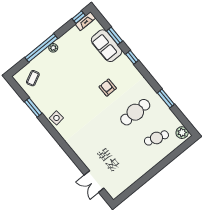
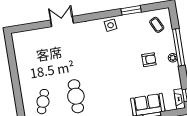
armchair: (108, 88) -> (149, 60), moved
double door: (94, 182) -> (62, 22), moved

